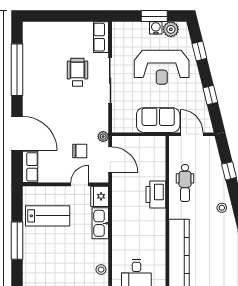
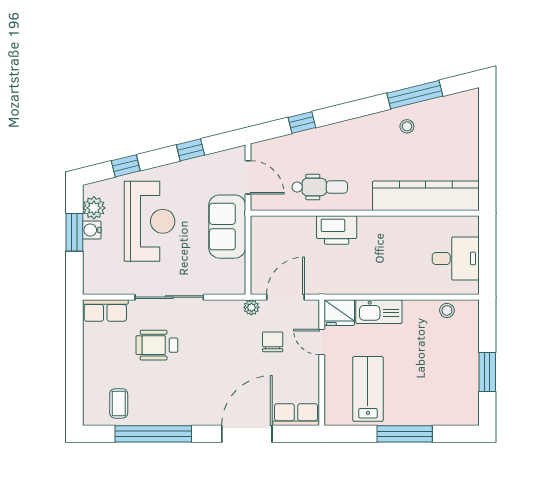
coffee table: (38, 46) -> (119, 403), added
door: (192, 134) -> (248, 177), swing flipped
stool: (222, 208) -> (407, 126), moved

